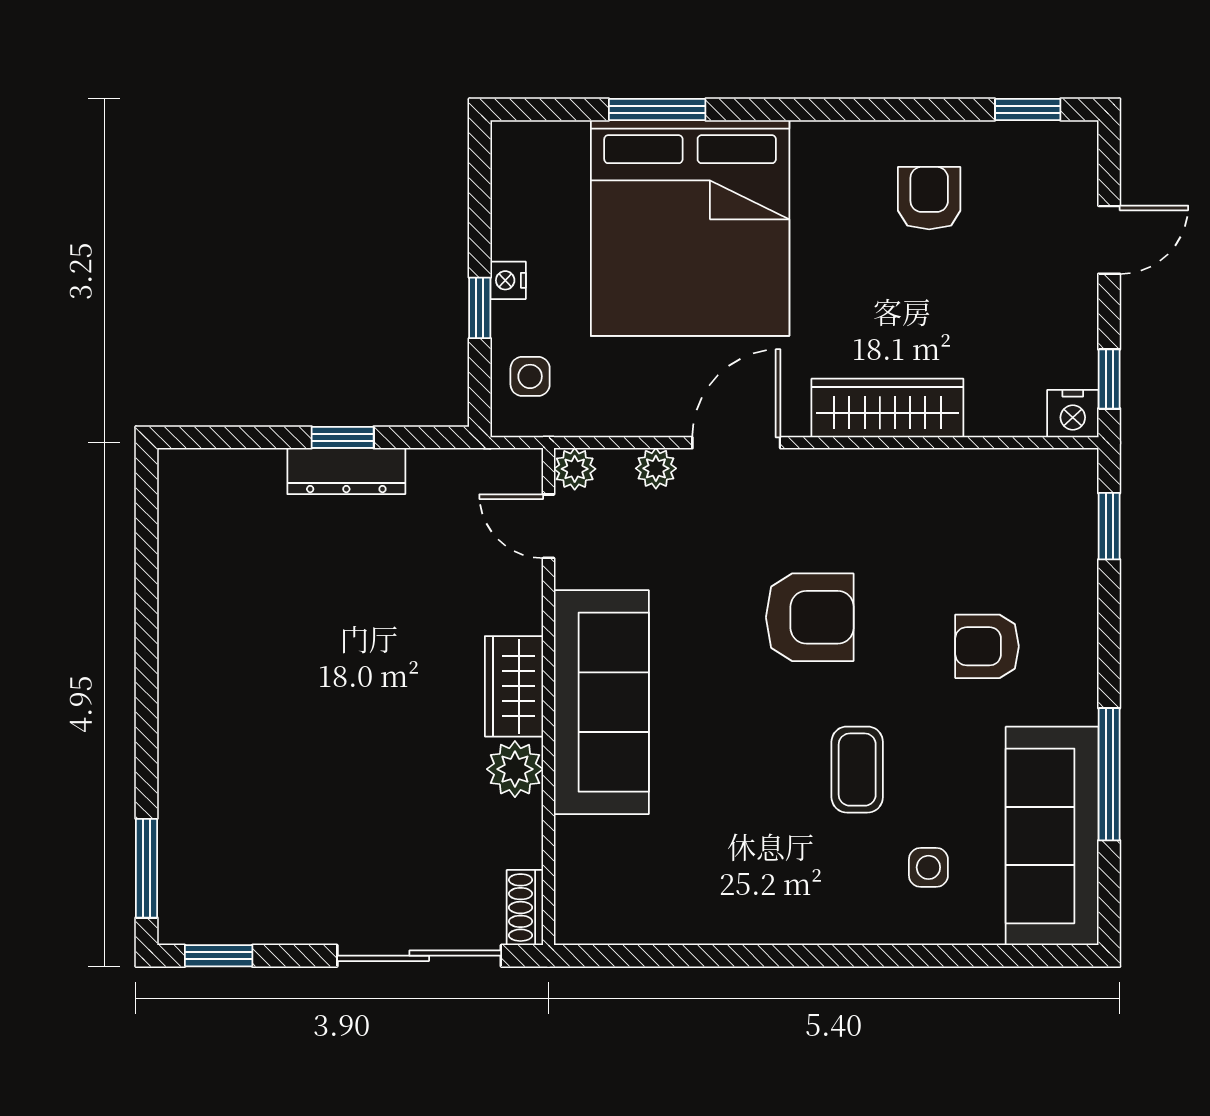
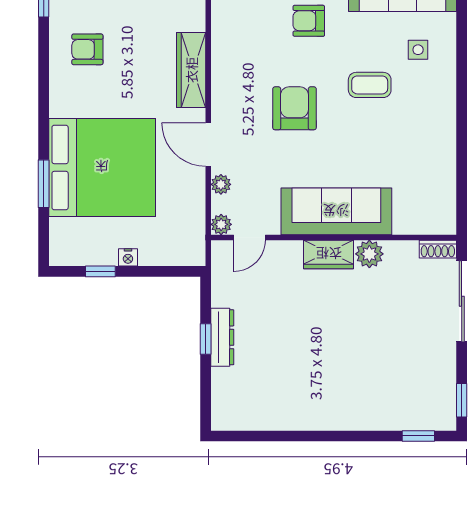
window: (480, 308) -> (100, 271), moved
side table: (530, 376) -> (175, 247), removed
armchair: (987, 646) -> (309, 21), turned 90
window: (147, 868) -> (418, 436), width x0.67

